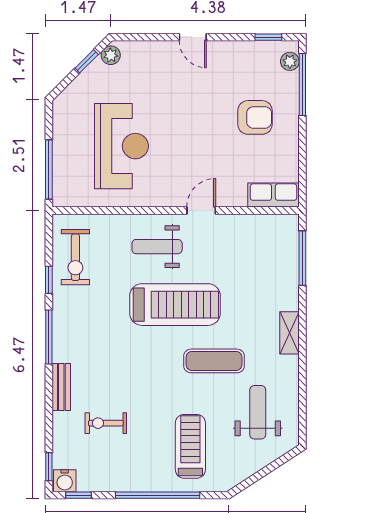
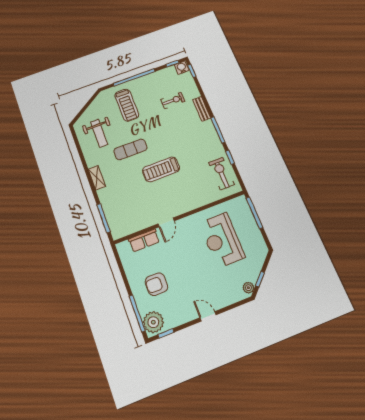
plant: (290, 61) -> (153, 322), width x1.88, depth x1.88
row of seats: (273, 195) -> (144, 240), moved
weight bench: (157, 247) -> (182, 195), removed
treadmill: (175, 305) -> (161, 169), width x0.73, depth x0.73

